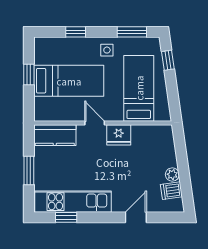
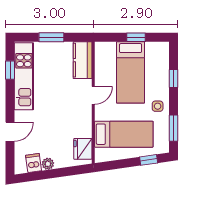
fridge: (119, 135) -> (83, 149), moved
door: (136, 217) -> (10, 132), hinge flipped

